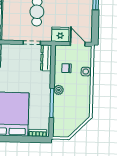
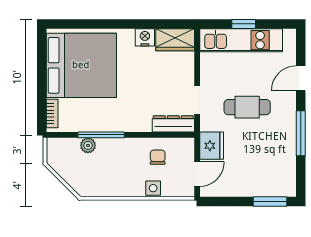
plant: (59, 90) -> (88, 145), moved

